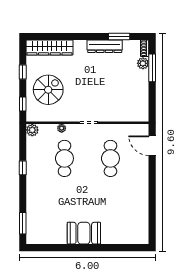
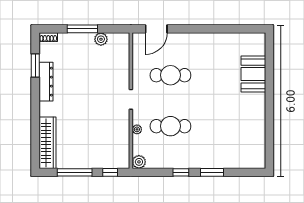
plant: (143, 63) -> (101, 39), moved
window: (152, 68) -> (82, 29), moved
window: (23, 72) -> (75, 172), width x2.17
spiral stairs: (48, 90) -> (94, 144), removed
window: (23, 223) -> (212, 172), moved
booth: (84, 233) -> (253, 74), moved

